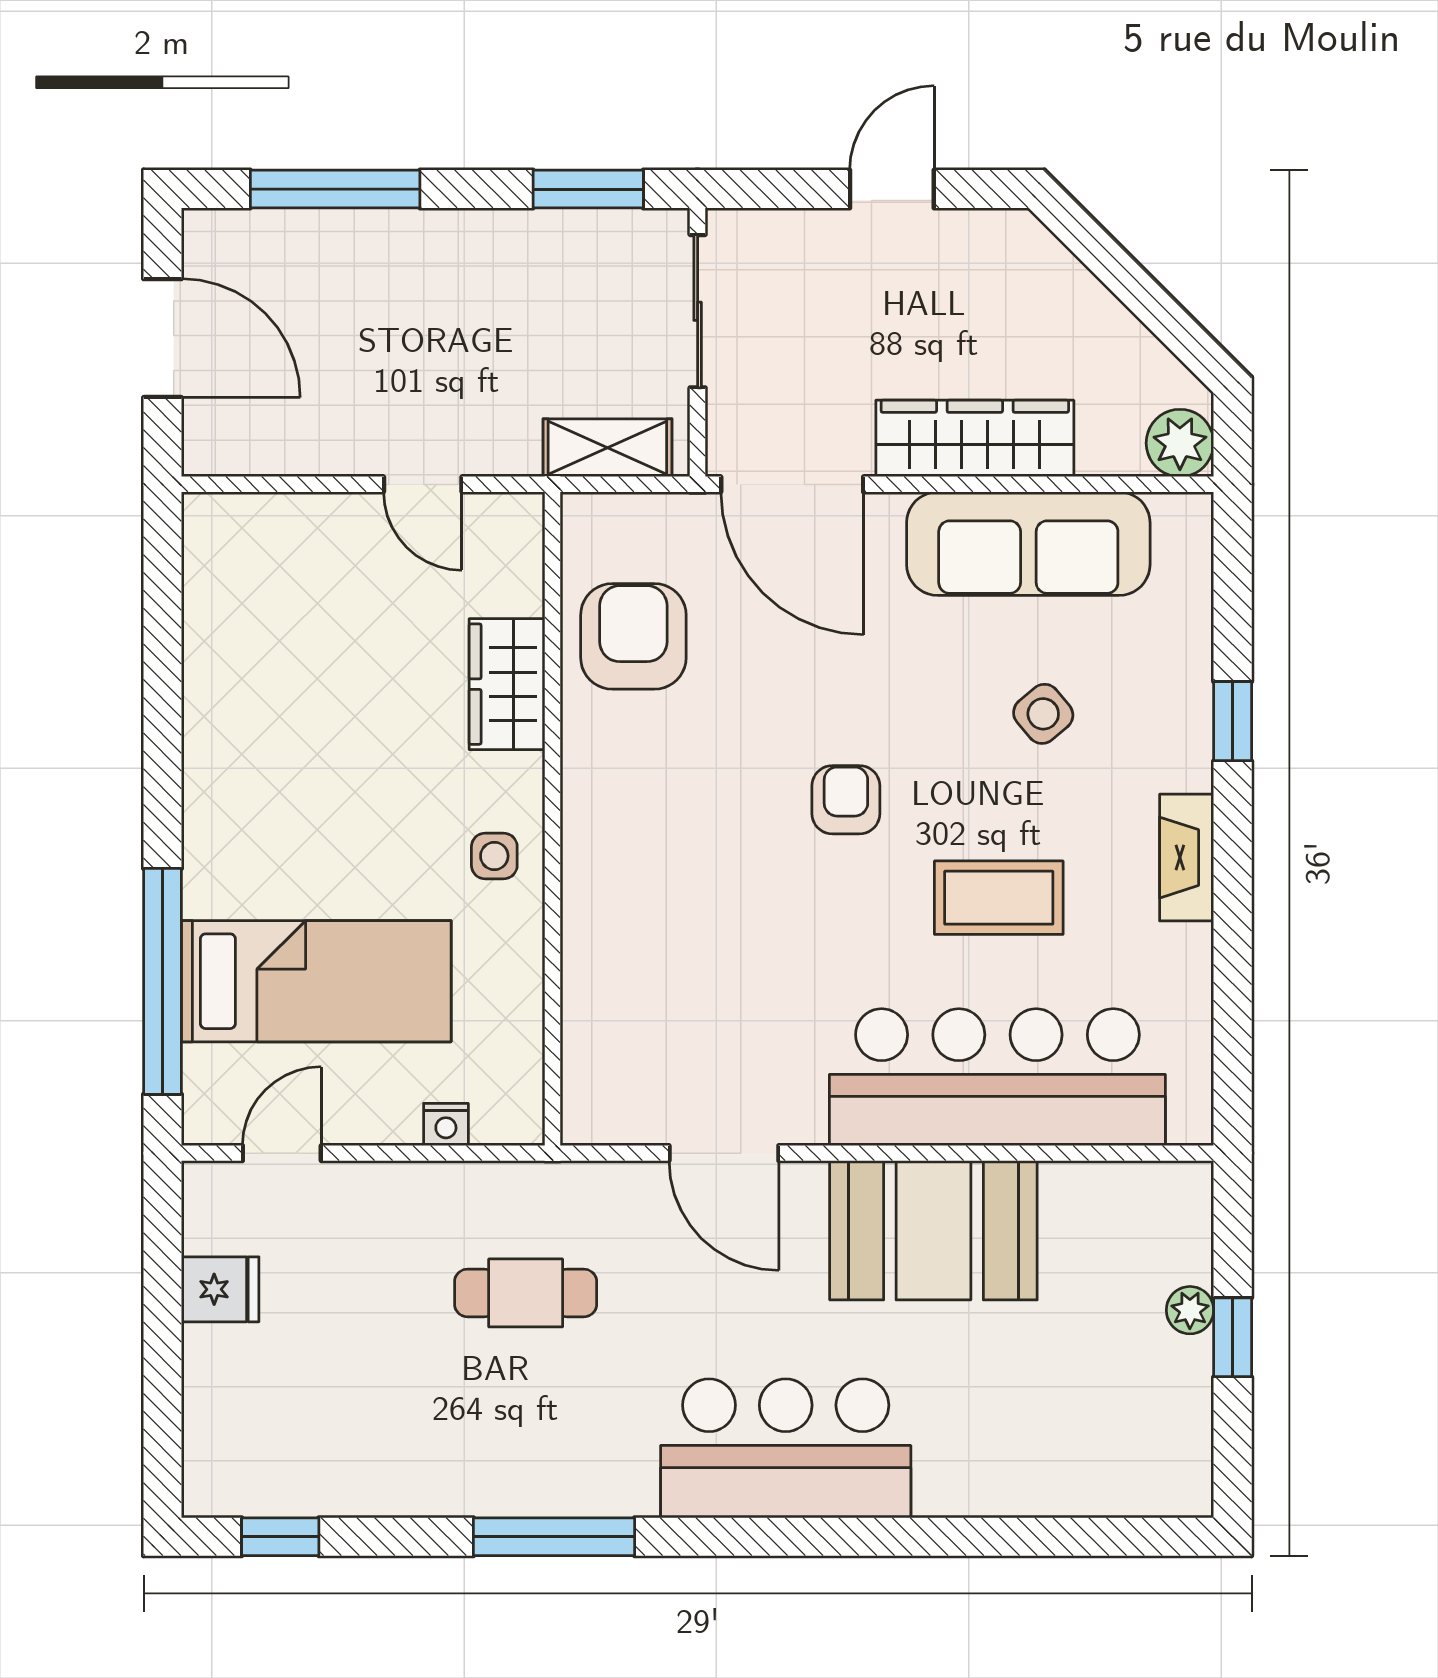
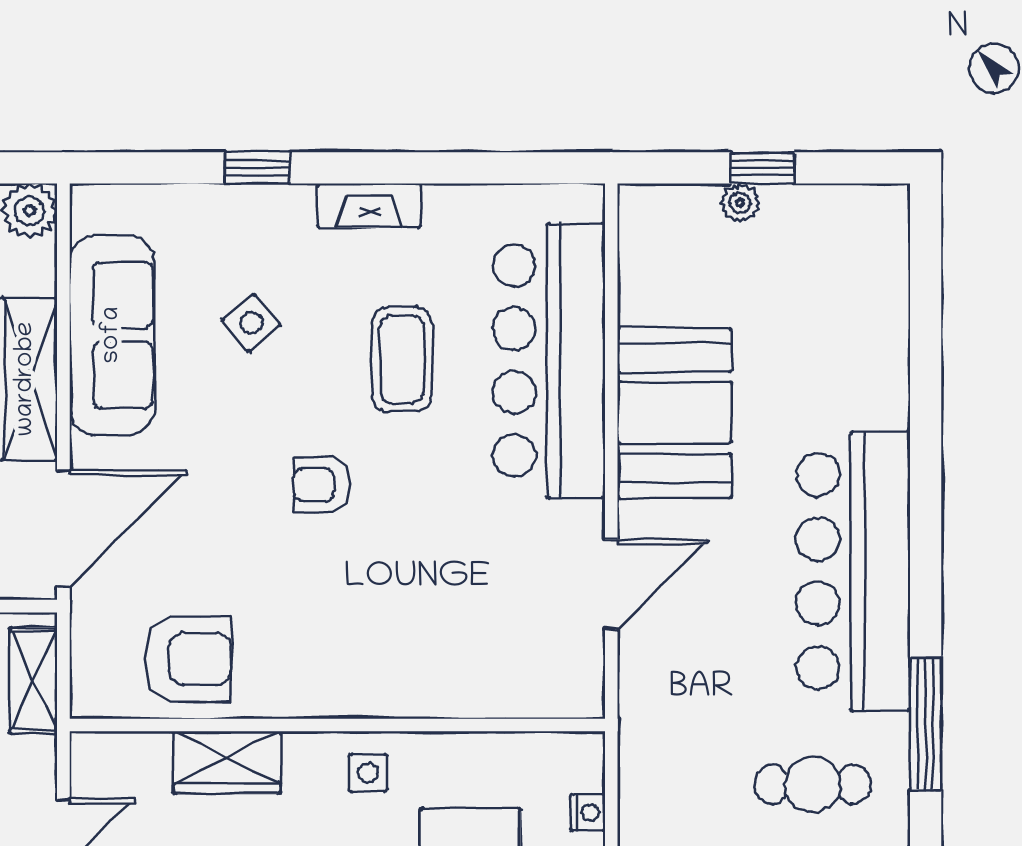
armchair: (633, 636) -> (188, 659), turned 180
cafe table: (526, 1293) -> (813, 784), moved, turned 90
bar counter: (786, 1448) -> (853, 571), width x1.36

